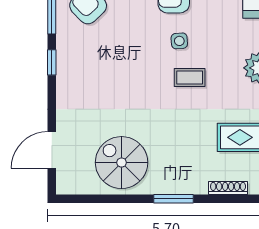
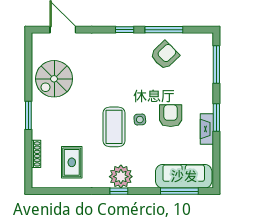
coffee table: (190, 78) -> (114, 127), width x1.86, depth x1.72
spiral stairs: (122, 163) -> (54, 79), turned 180

